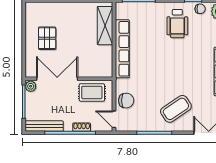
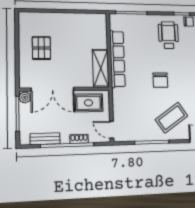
wheelchair: (177, 24) -> (168, 35), turned 180
shelving: (105, 26) -> (101, 68), moved
double door: (57, 79) -> (53, 89), swing flipped
chair: (126, 101) -> (160, 80), moved, turned 90
bench: (44, 126) -> (45, 139), width x0.73

